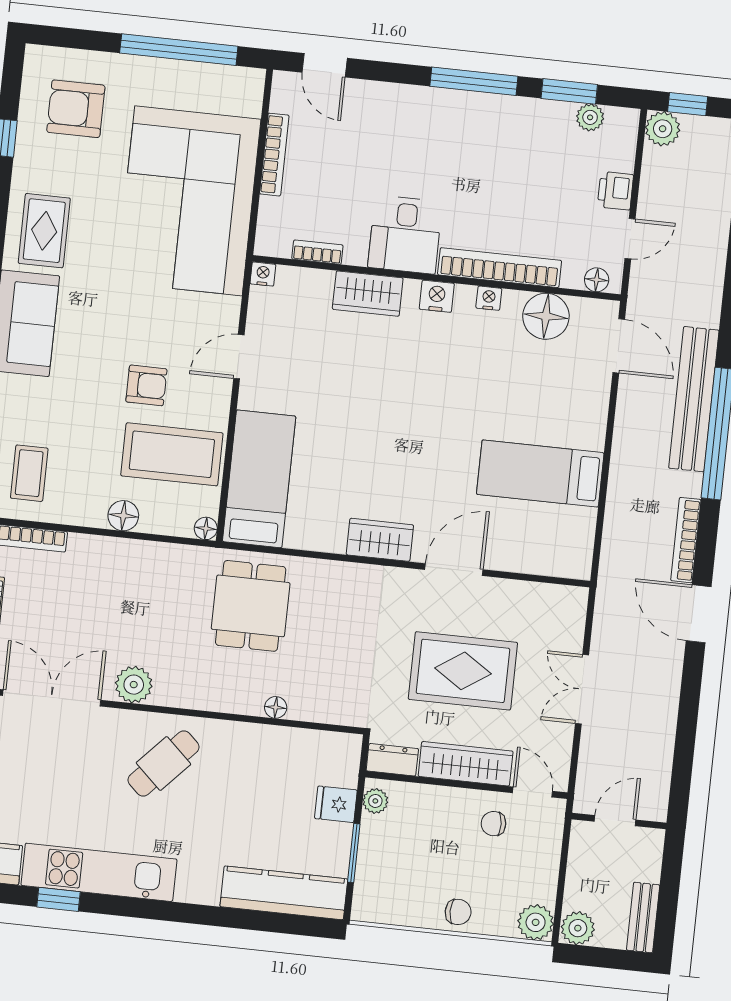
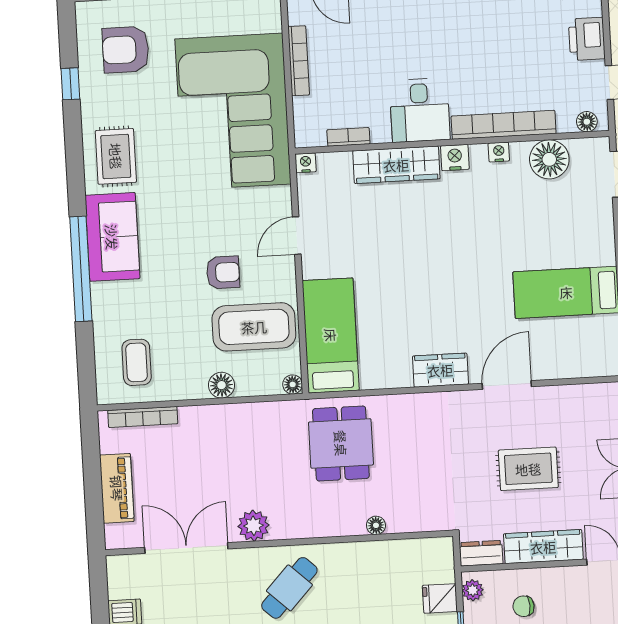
printer: (615, 191) -> (587, 39), width x1.36, depth x1.24
wardrobe: (368, 294) -> (396, 165), width x1.50
rug: (463, 671) -> (528, 469), width x0.73, depth x0.70
chair: (494, 824) -> (524, 606), moved

